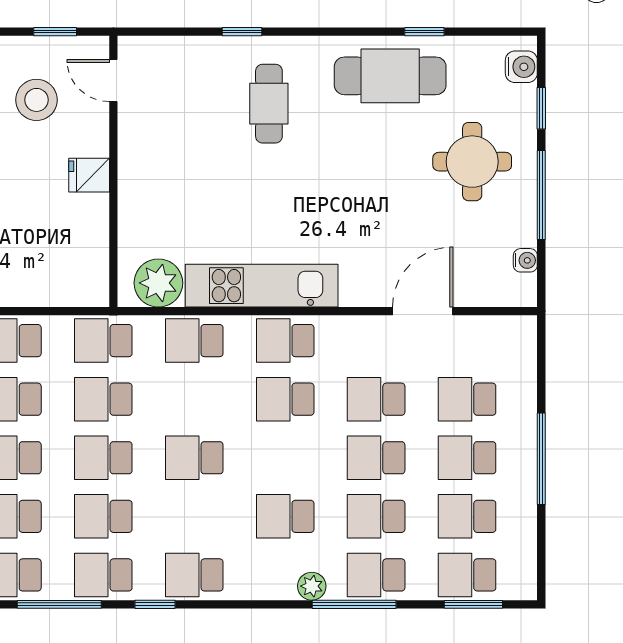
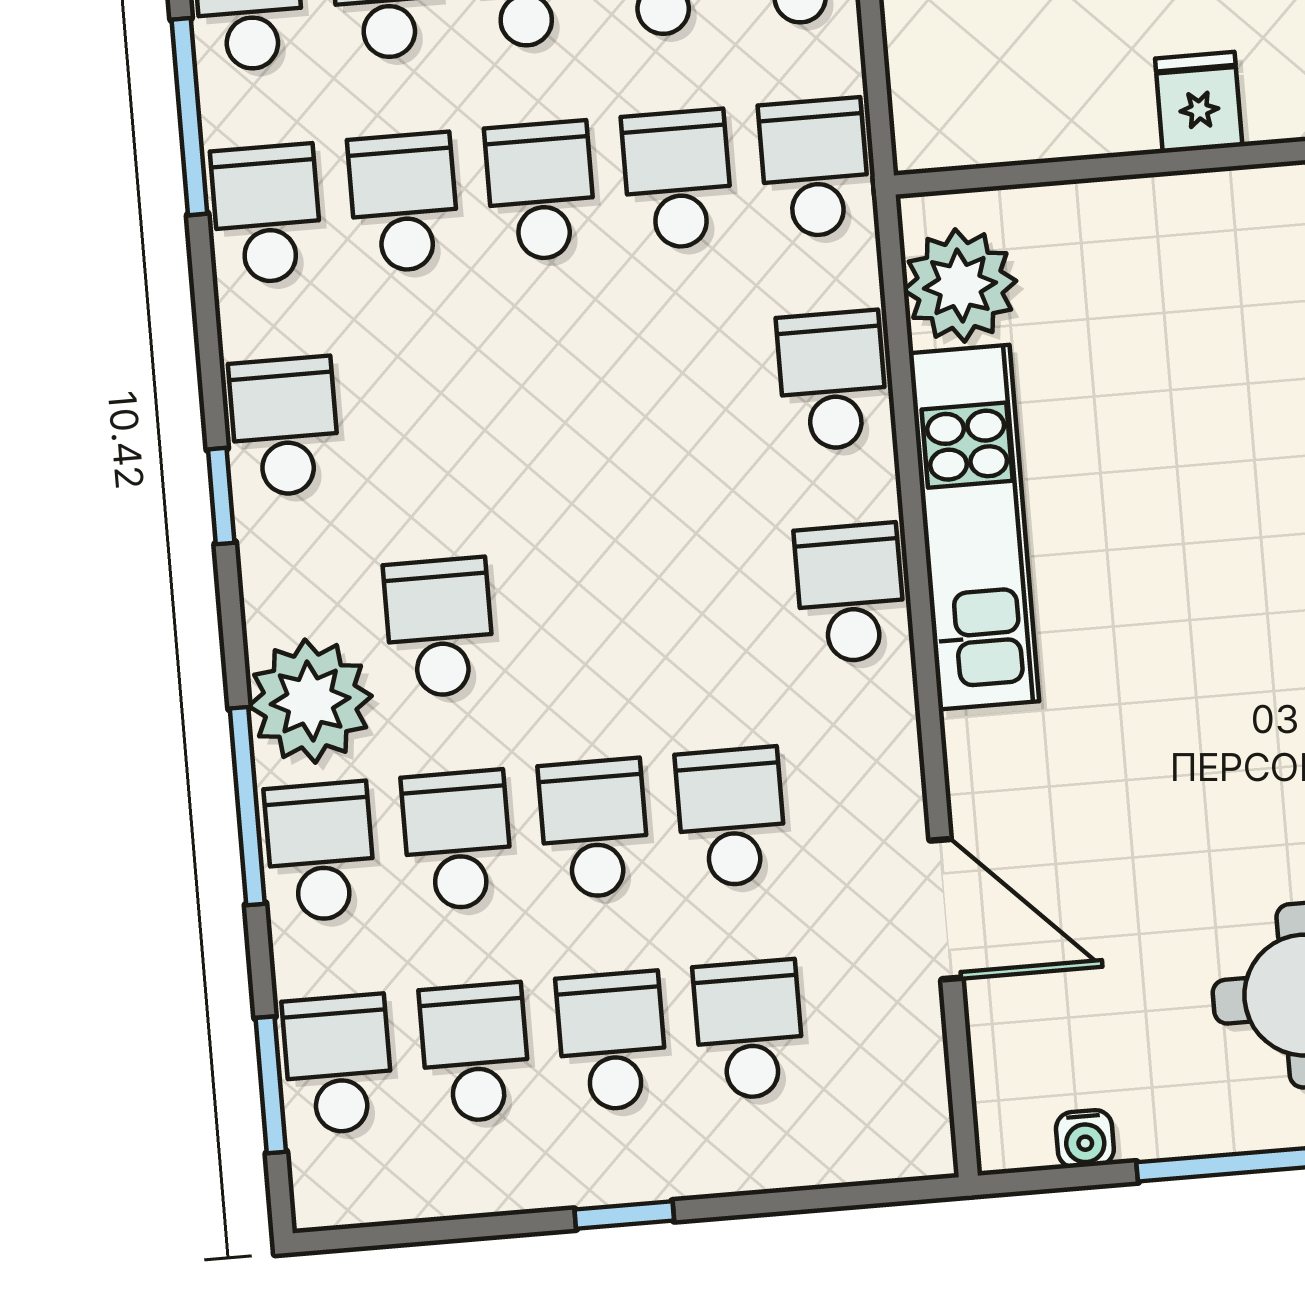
school desk: (285, 399) -> (713, 605), removed
school desk: (194, 458) -> (558, 404), removed
window: (541, 459) -> (624, 1215), width x0.46
plant: (312, 586) -> (310, 701), width x1.88, depth x1.88
window: (155, 604) -> (221, 496), moved

